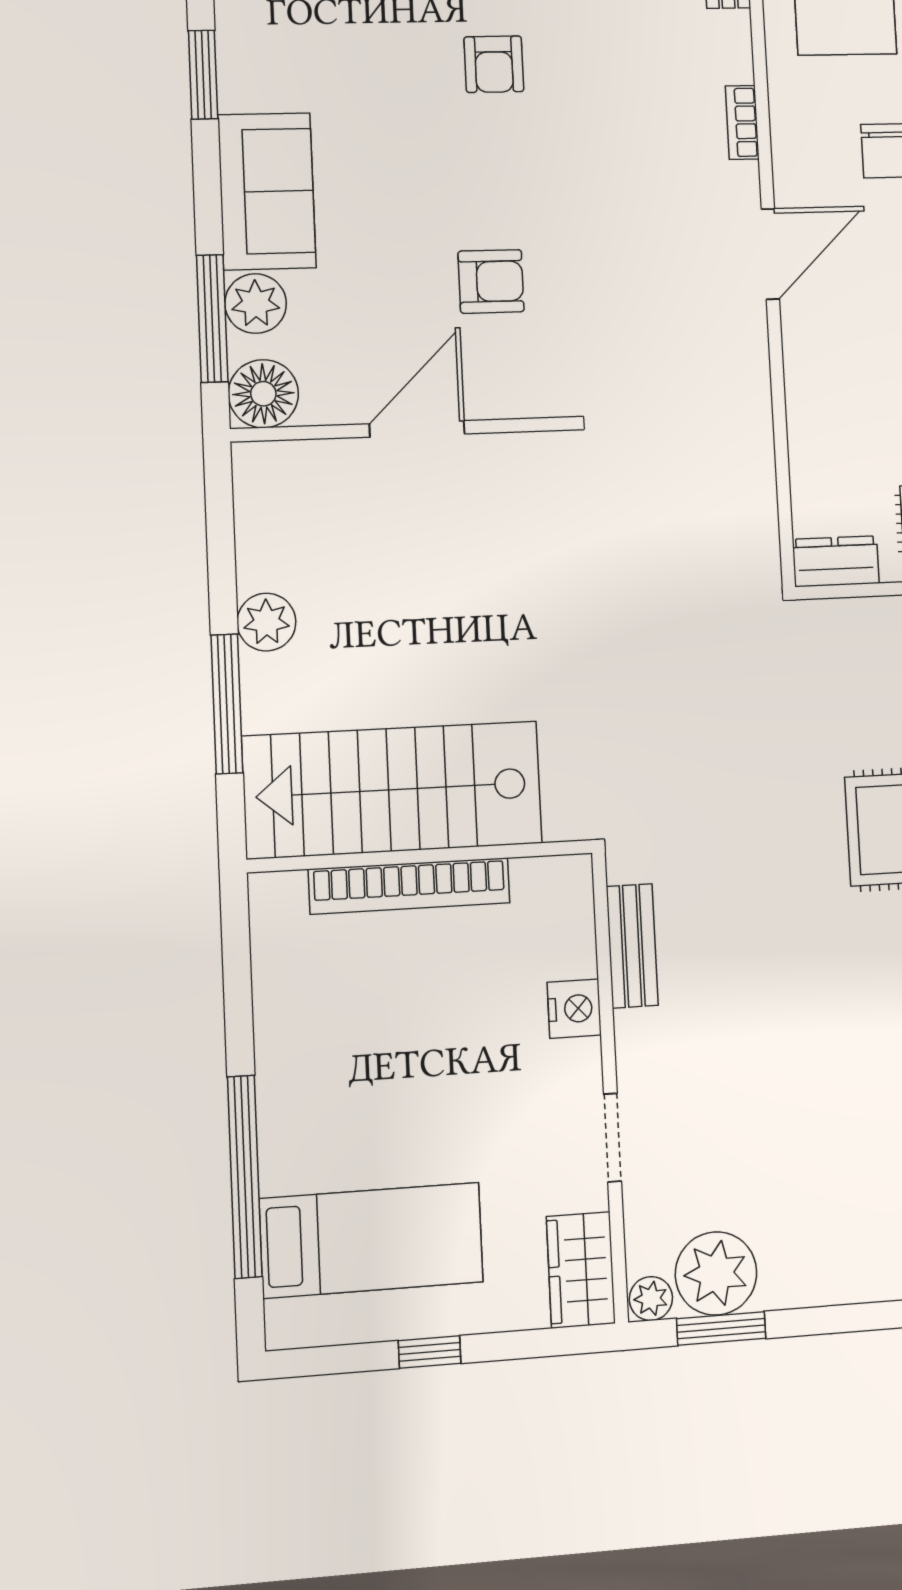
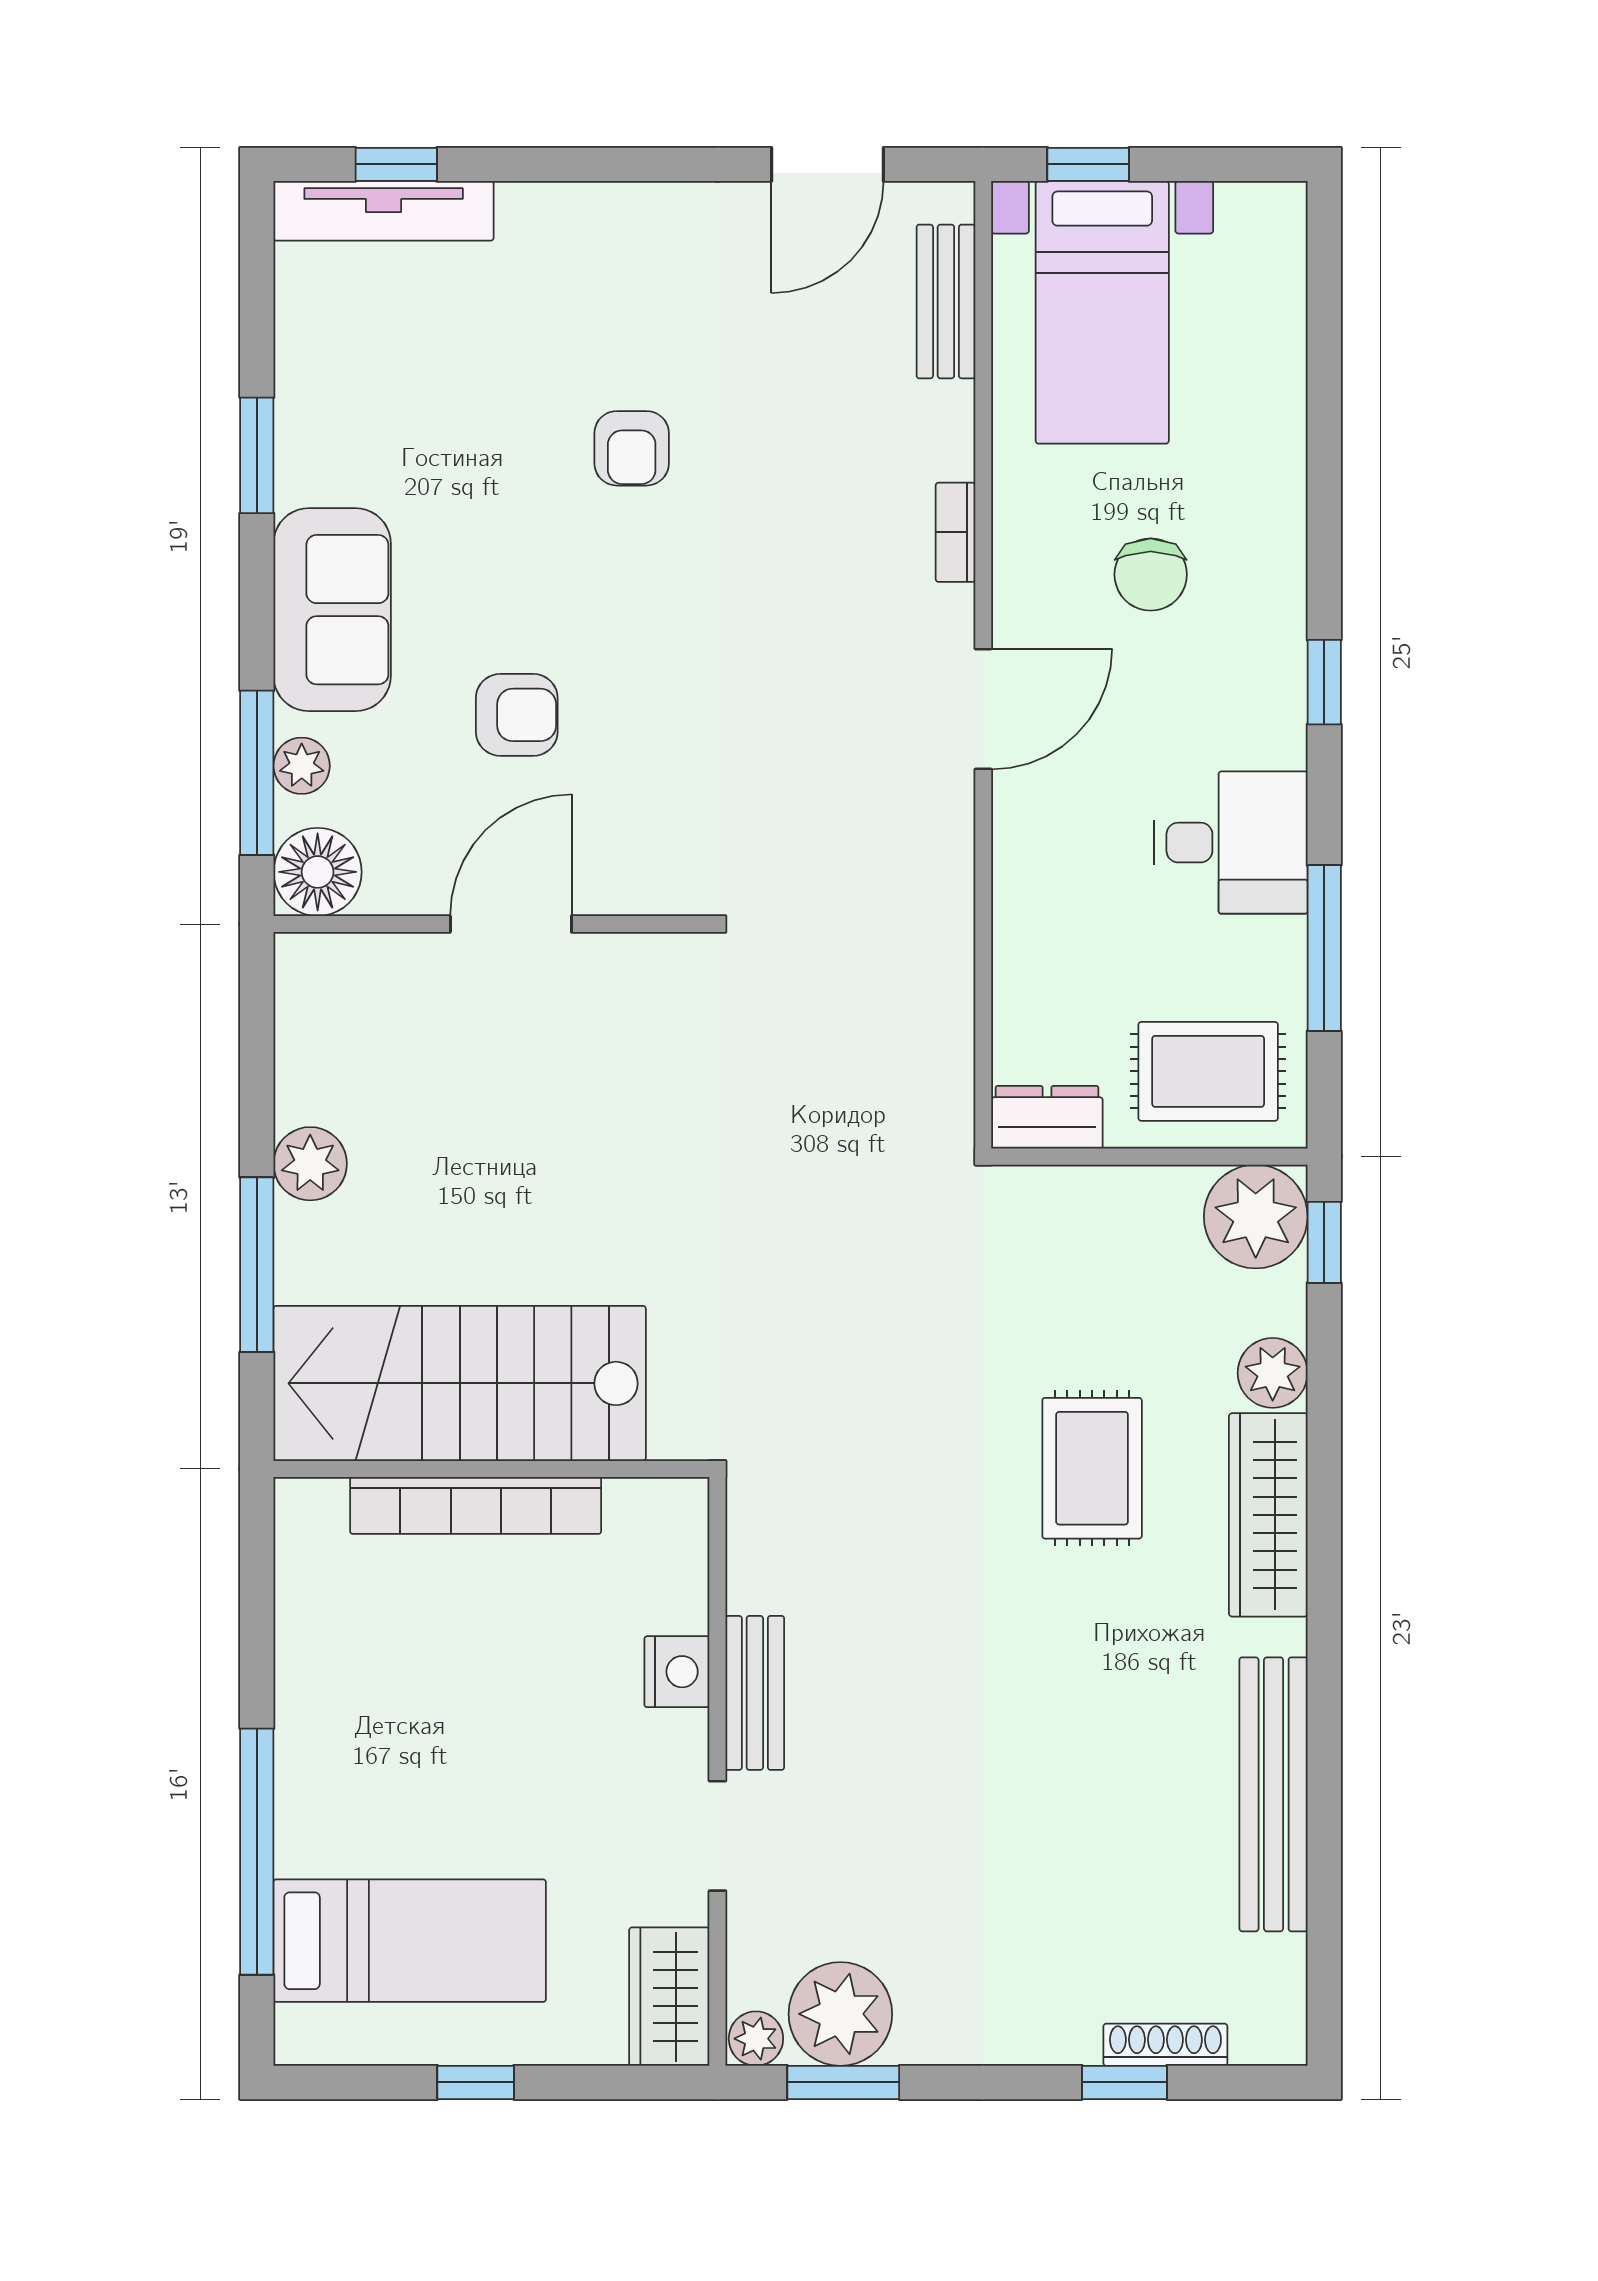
armchair: (491, 281) -> (517, 715), moved
plant: (256, 304) -> (302, 766), width x0.73, depth x0.73
bench: (632, 946) -> (755, 1693), moved

